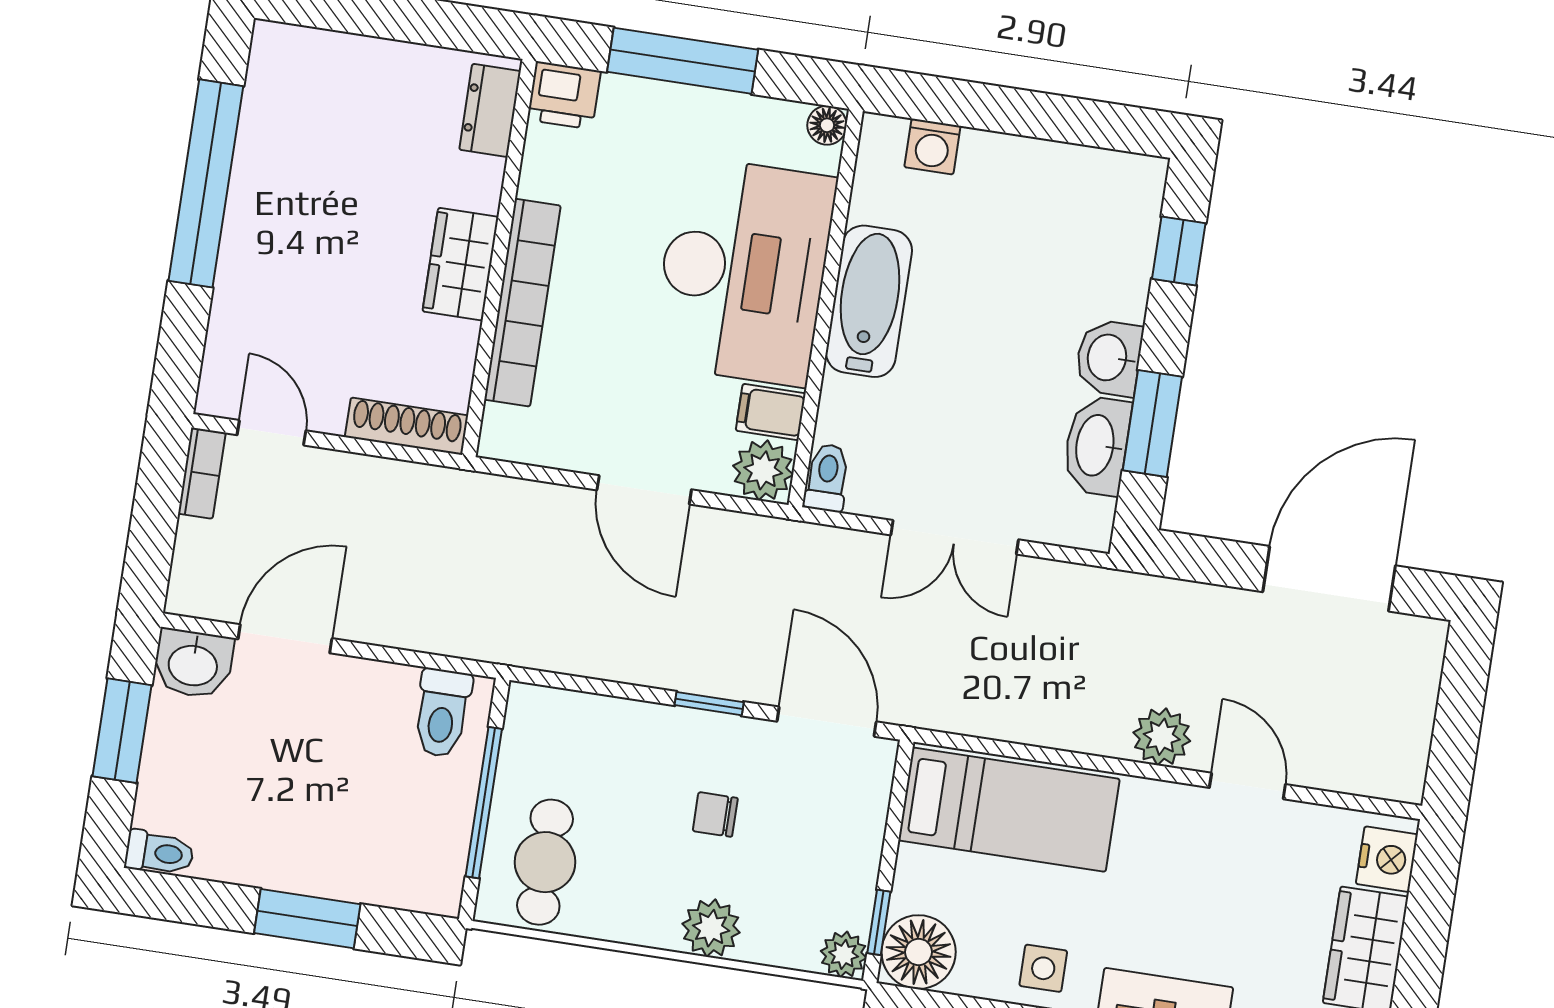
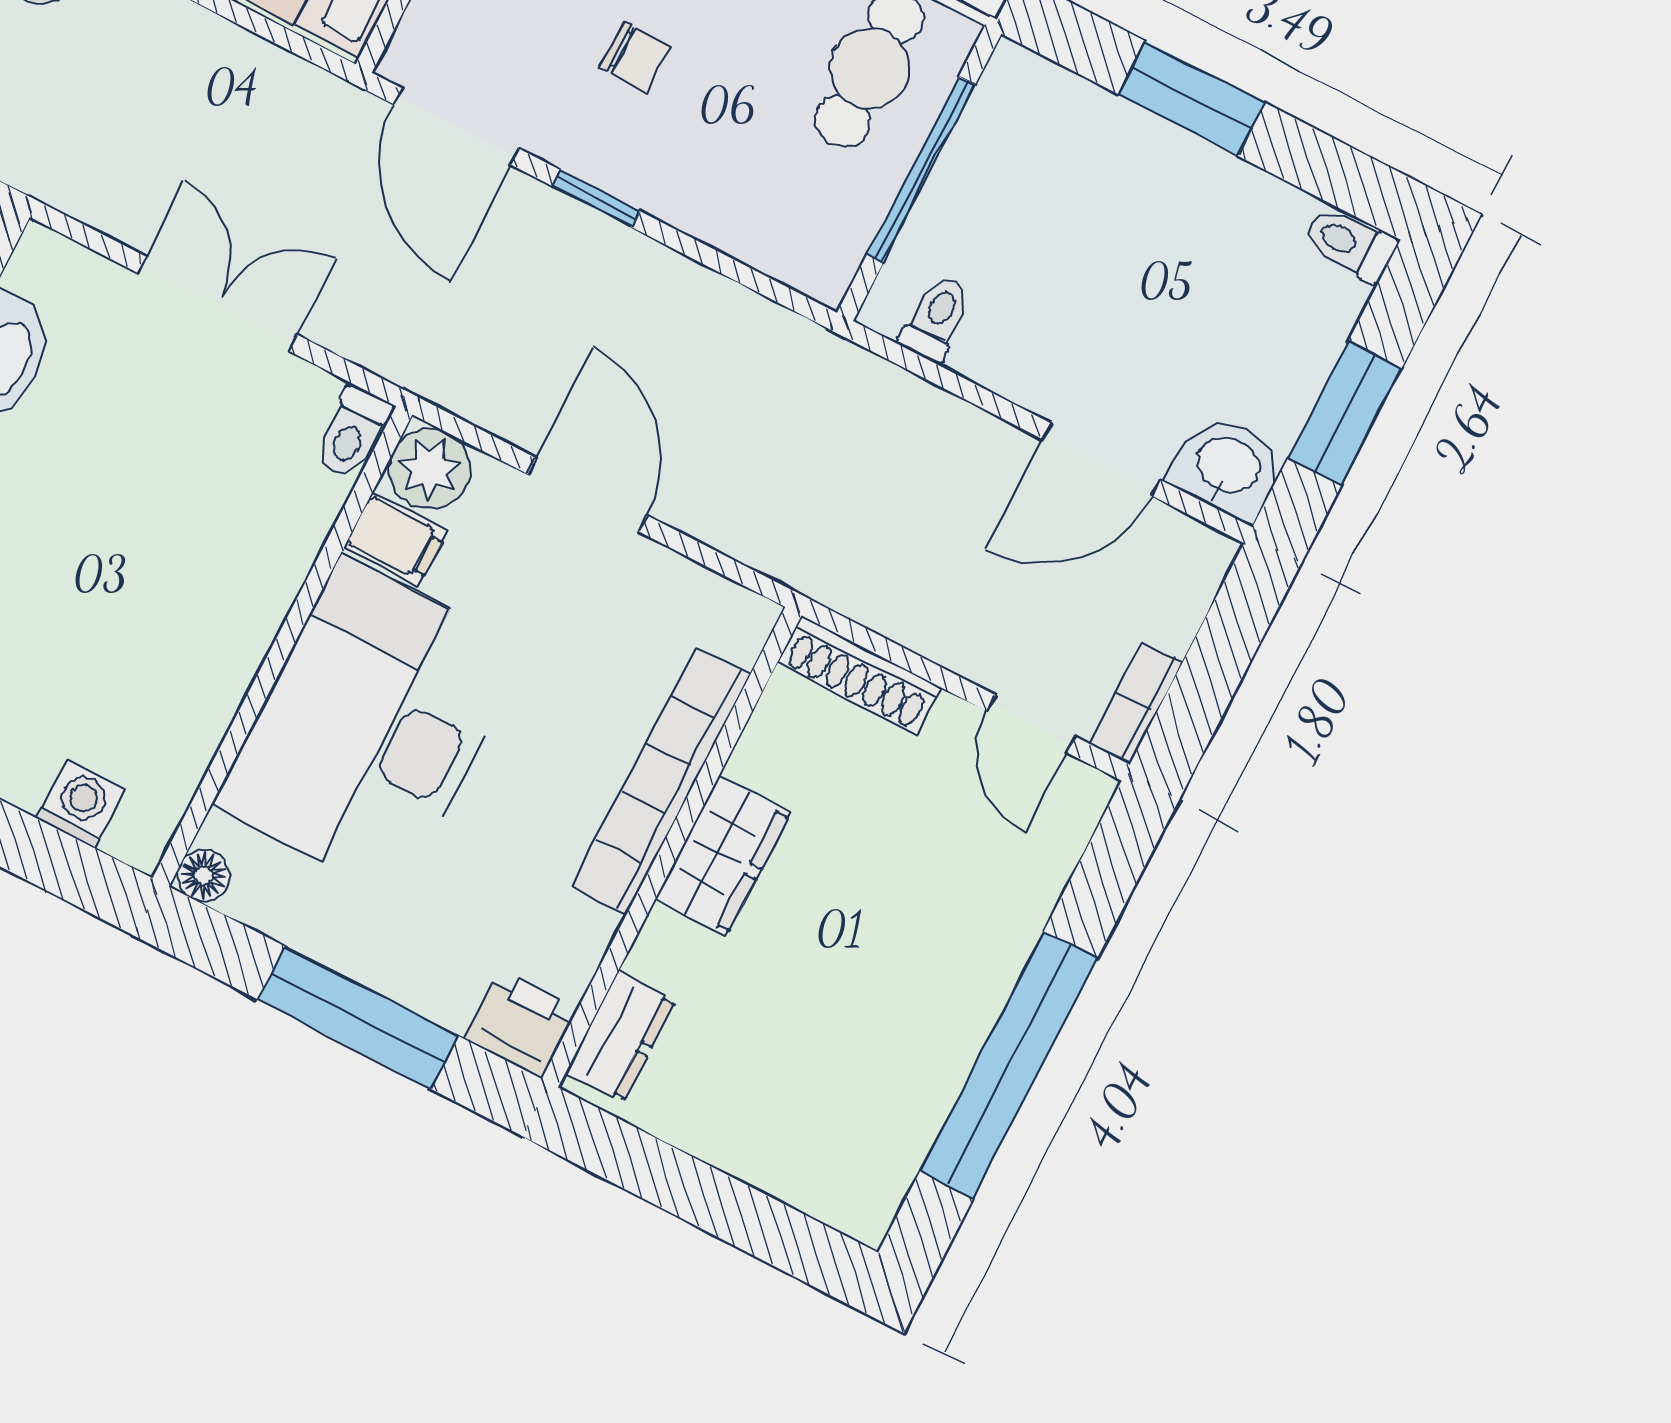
bathtub: (869, 301) -> (225, 636), removed
toilet: (442, 713) -> (936, 318), width x0.73, depth x0.72

